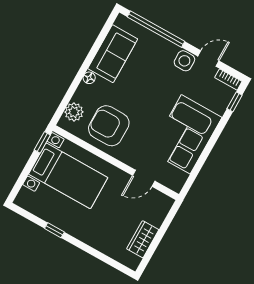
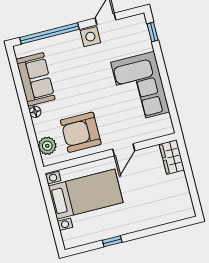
bookcase: (228, 79) -> (133, 20), removed
window: (42, 142) -> (45, 188), removed
door: (144, 178) -> (124, 150), moved
wardrobe: (143, 239) -> (172, 157), moved

